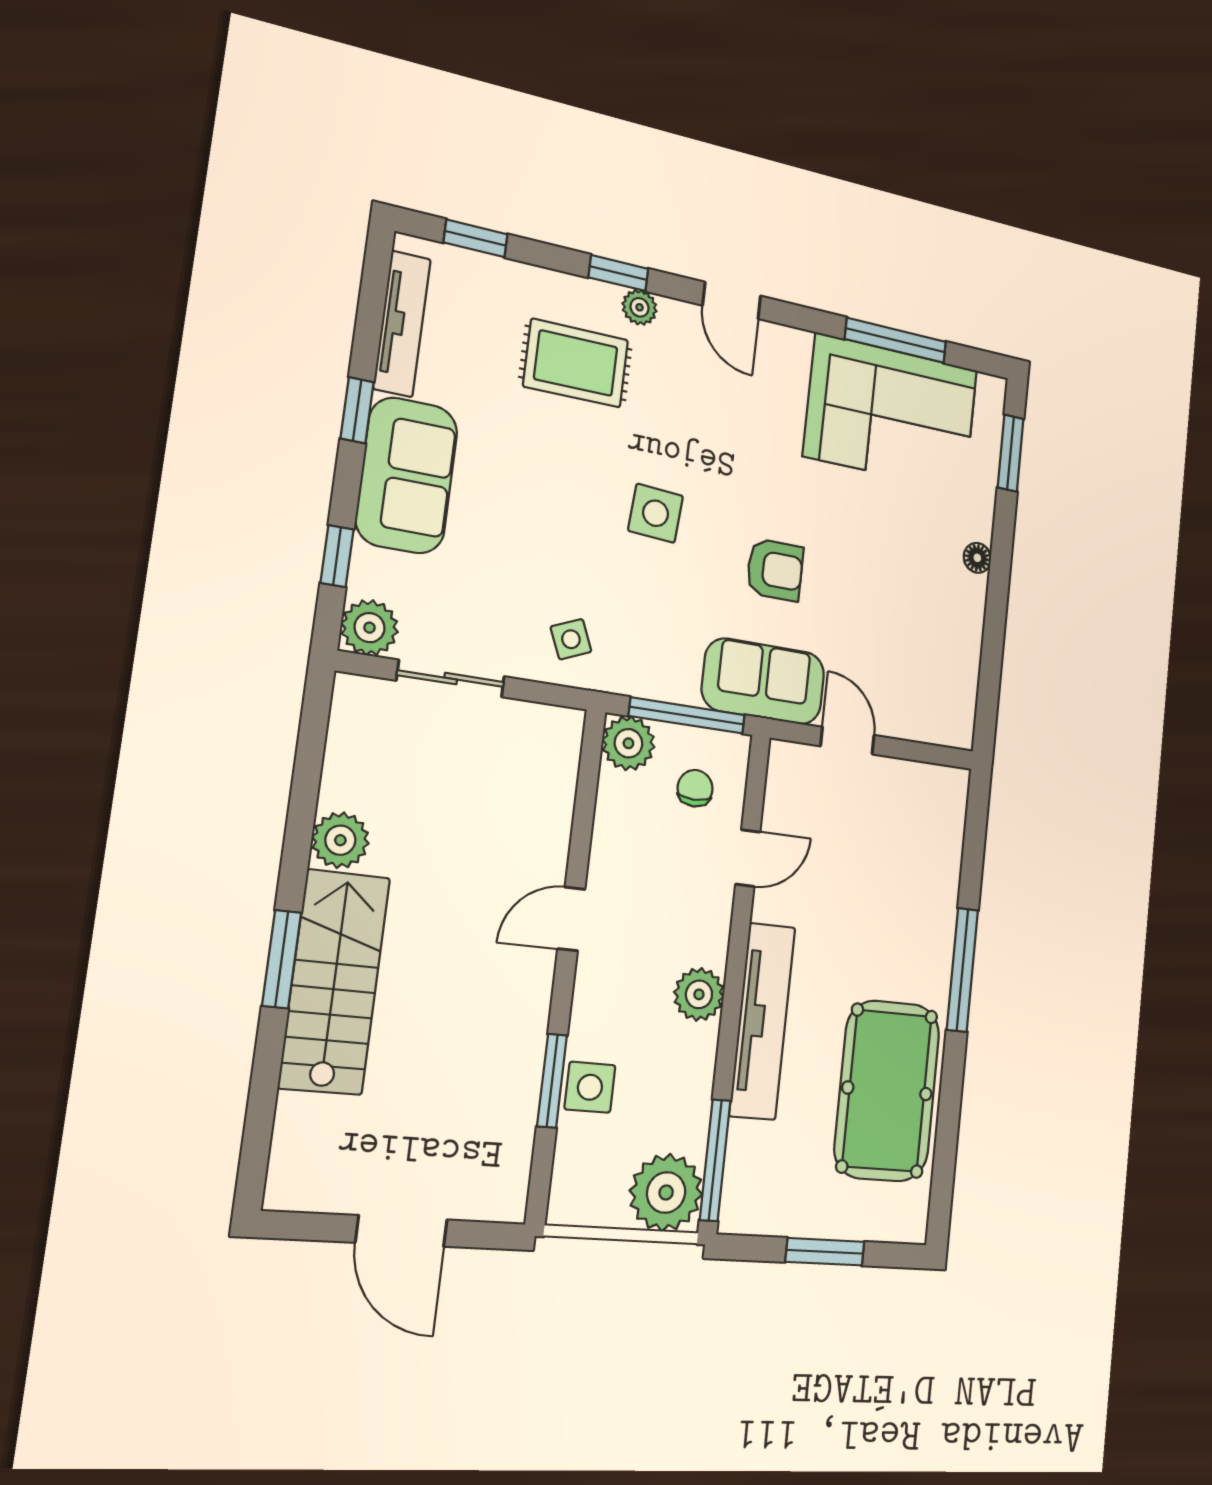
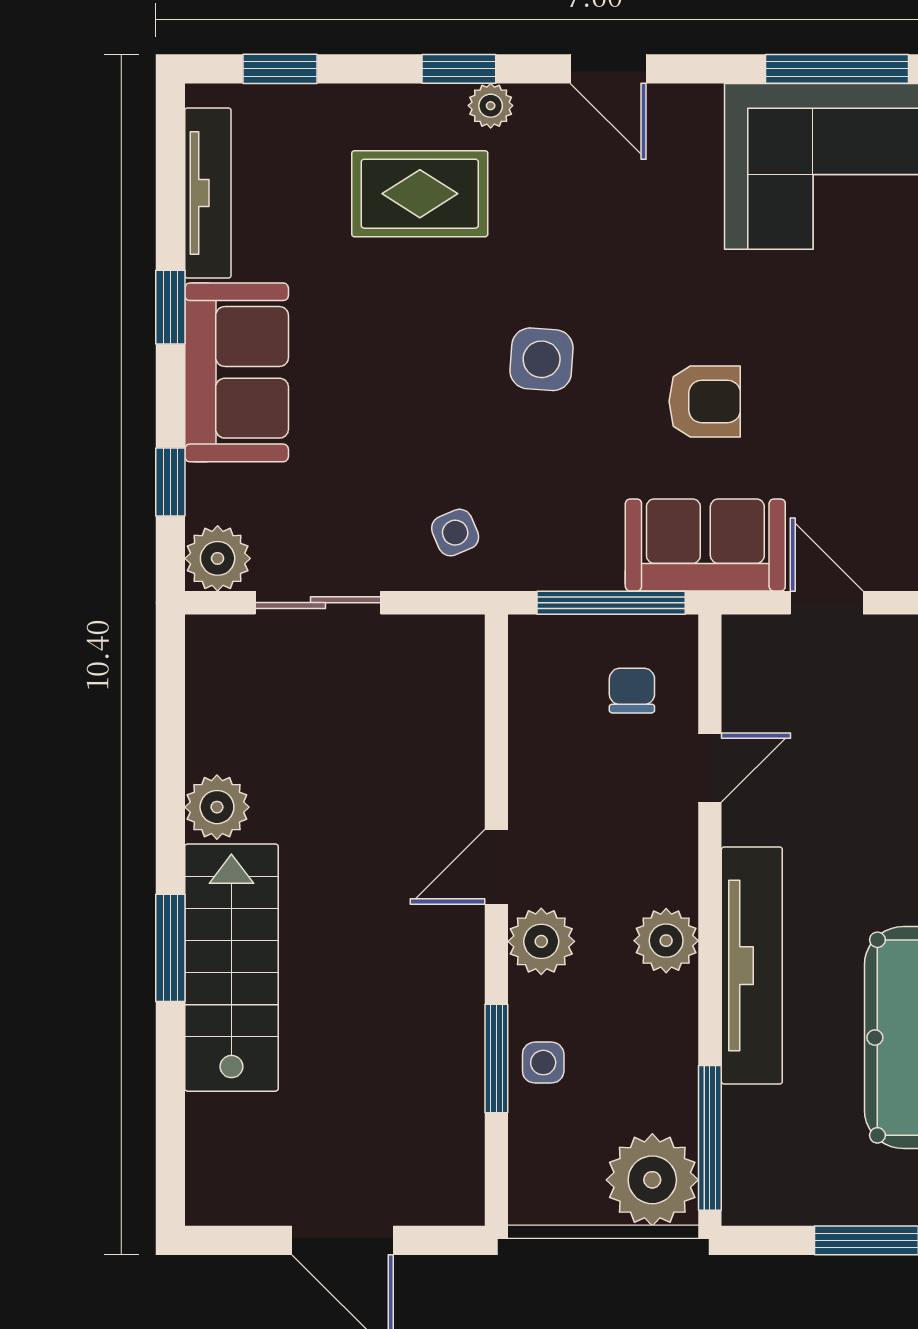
plant: (628, 743) -> (541, 941), moved
side table: (590, 1087) -> (543, 1063), width x0.73, depth x0.73

